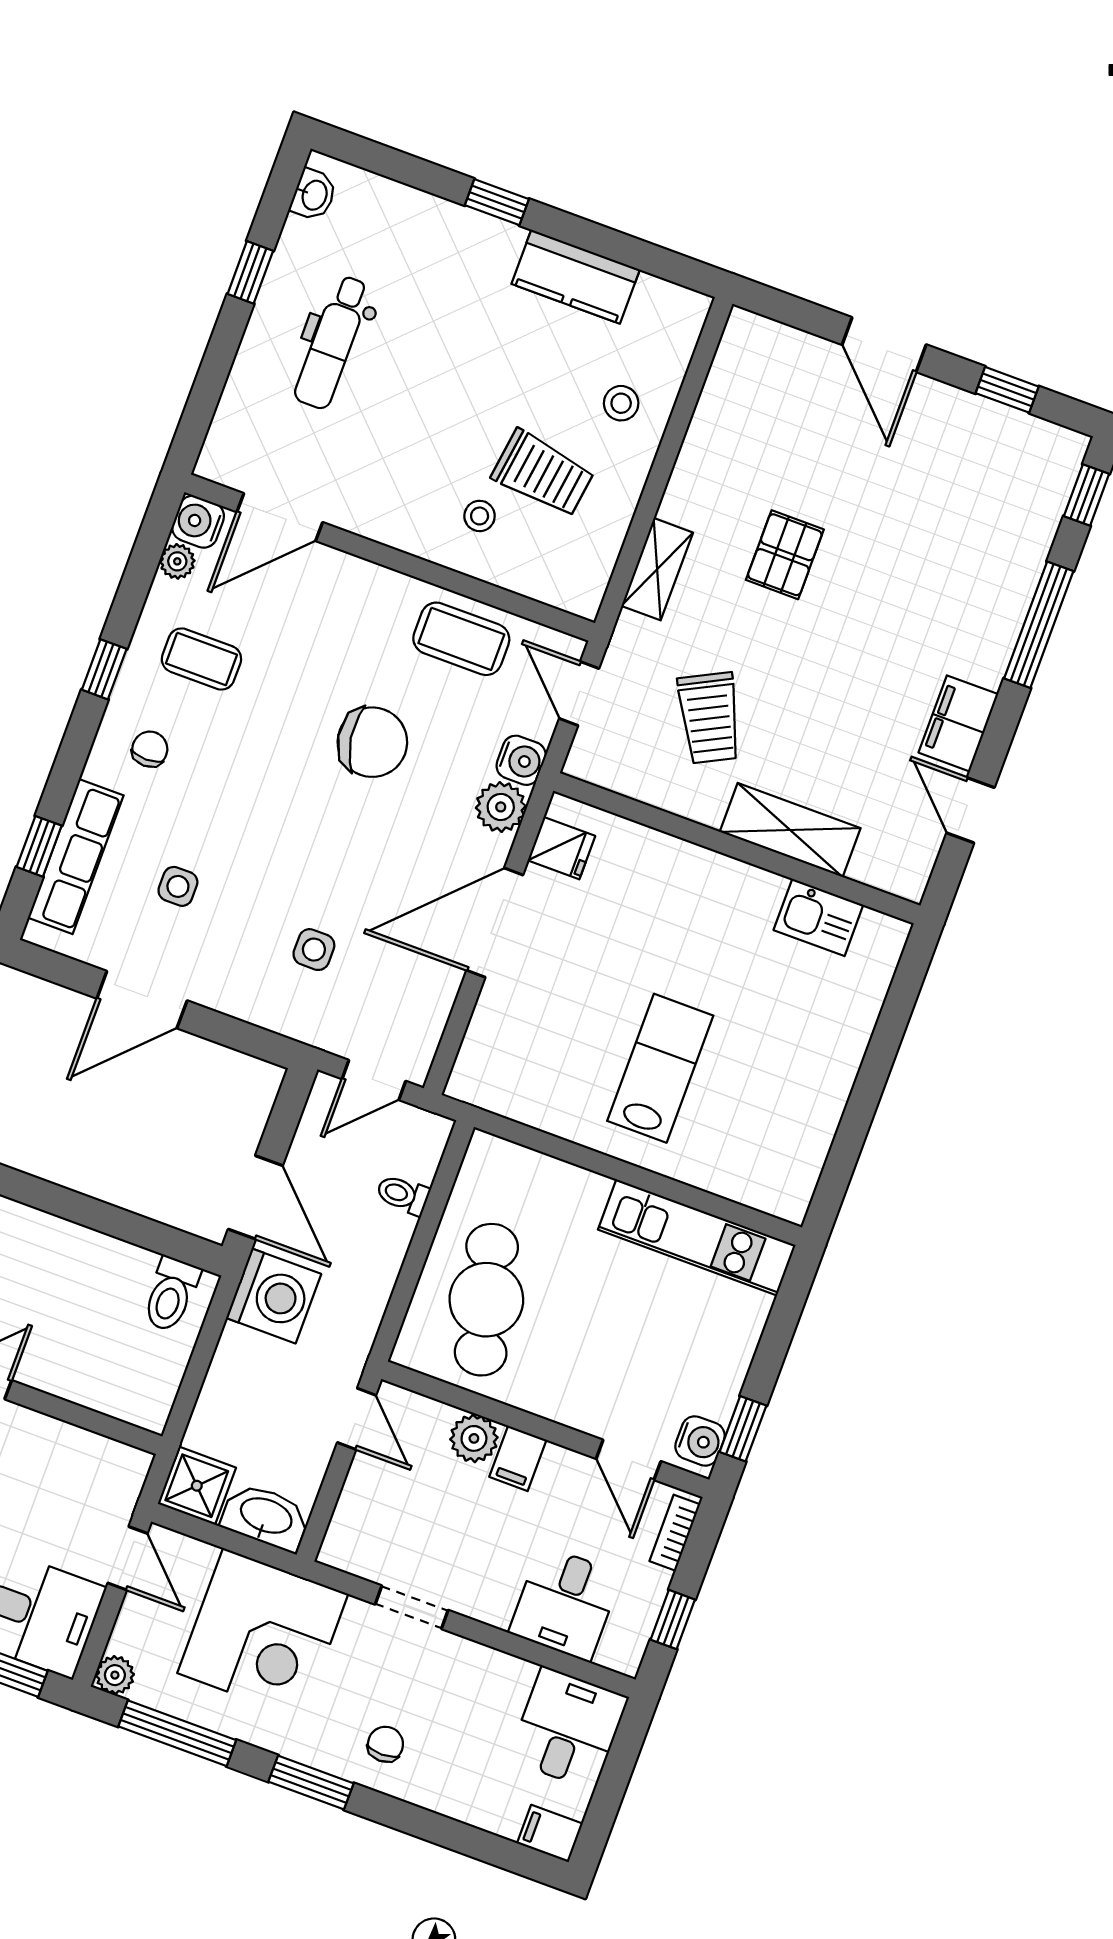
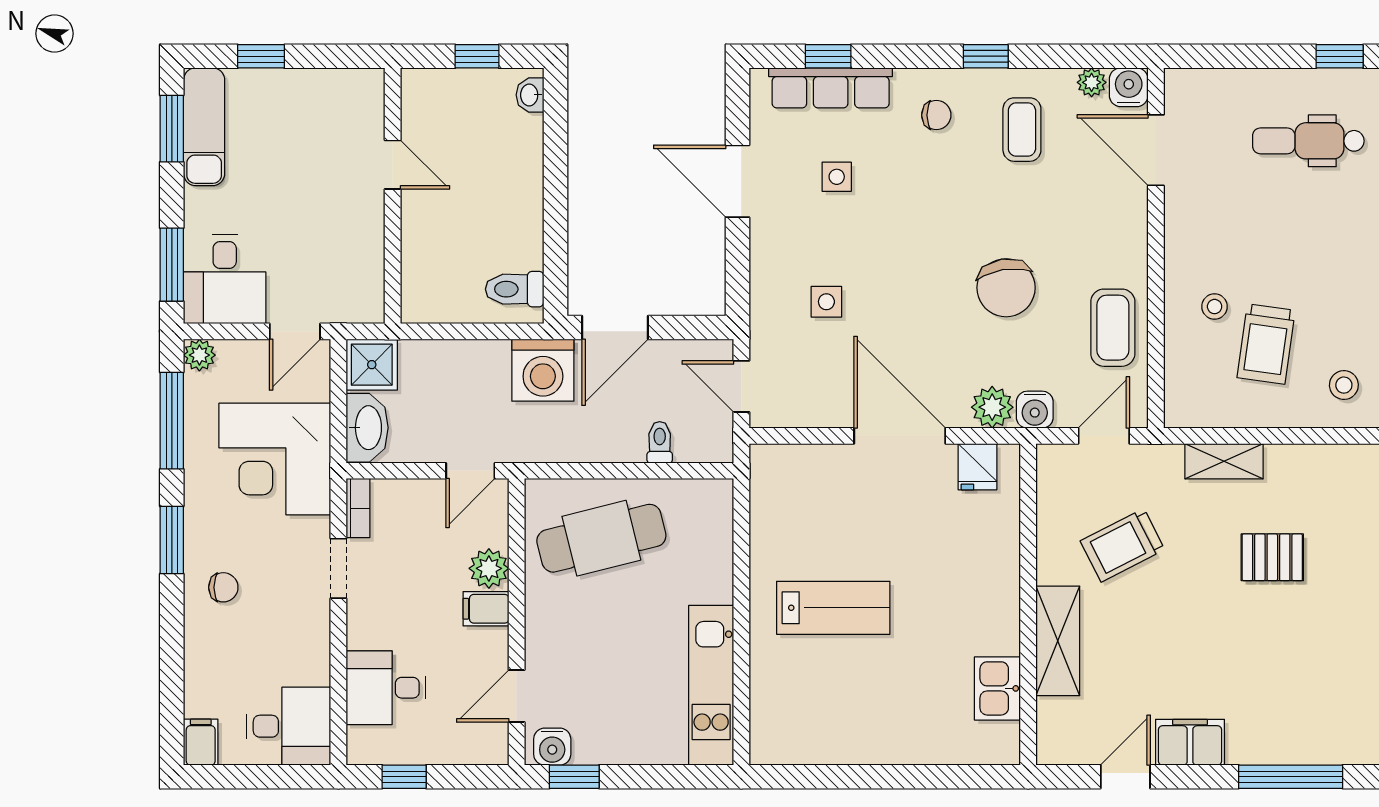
bookcase: (675, 1533) -> (358, 508), moved, turned 90

